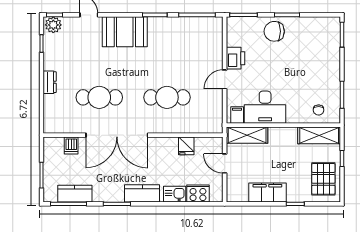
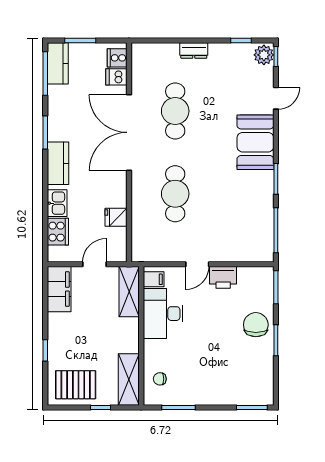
door: (225, 79) -> (197, 264), swing flipped
cooker: (56, 145) -> (117, 58), added
filing cabinet: (267, 192) -> (59, 289), moved
kitchen counter: (75, 194) -> (58, 63), moved

